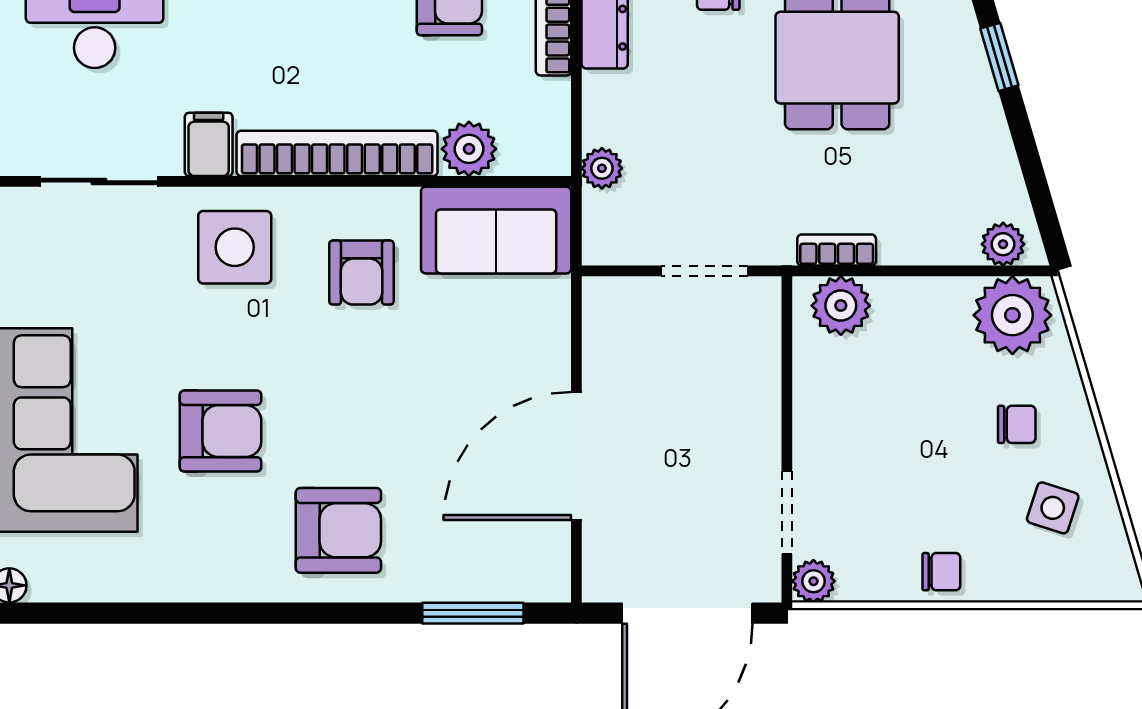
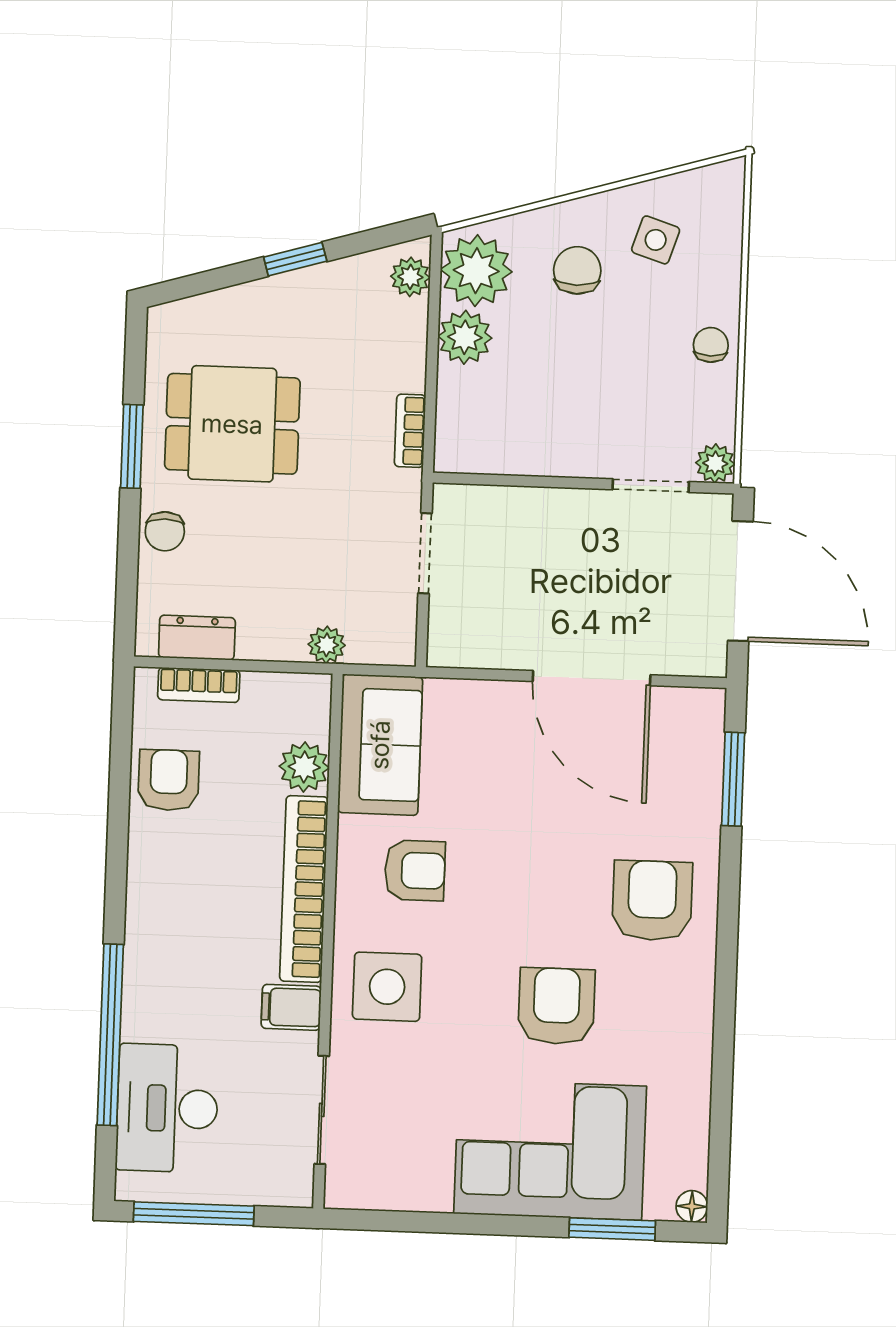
window: (999, 57) -> (295, 259), moved
plant: (841, 306) -> (465, 337), moved
chair: (1017, 424) -> (577, 270), width x1.37, depth x1.37

